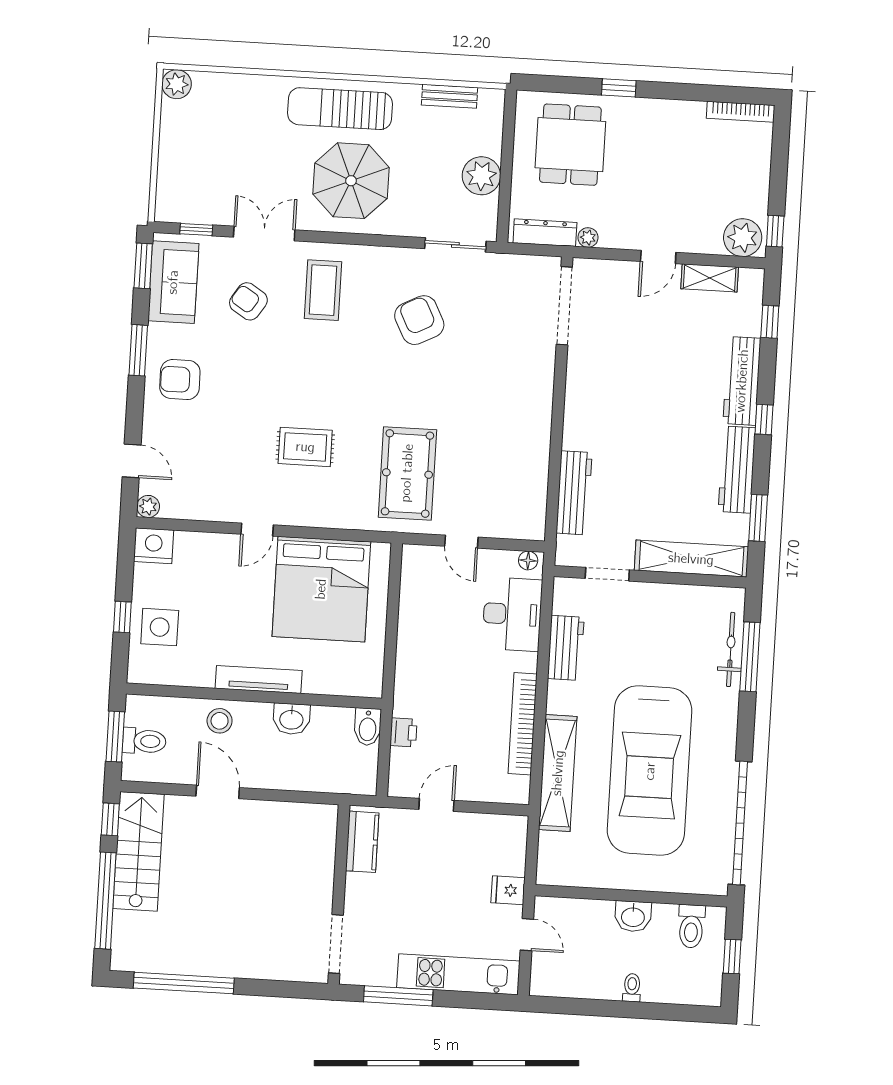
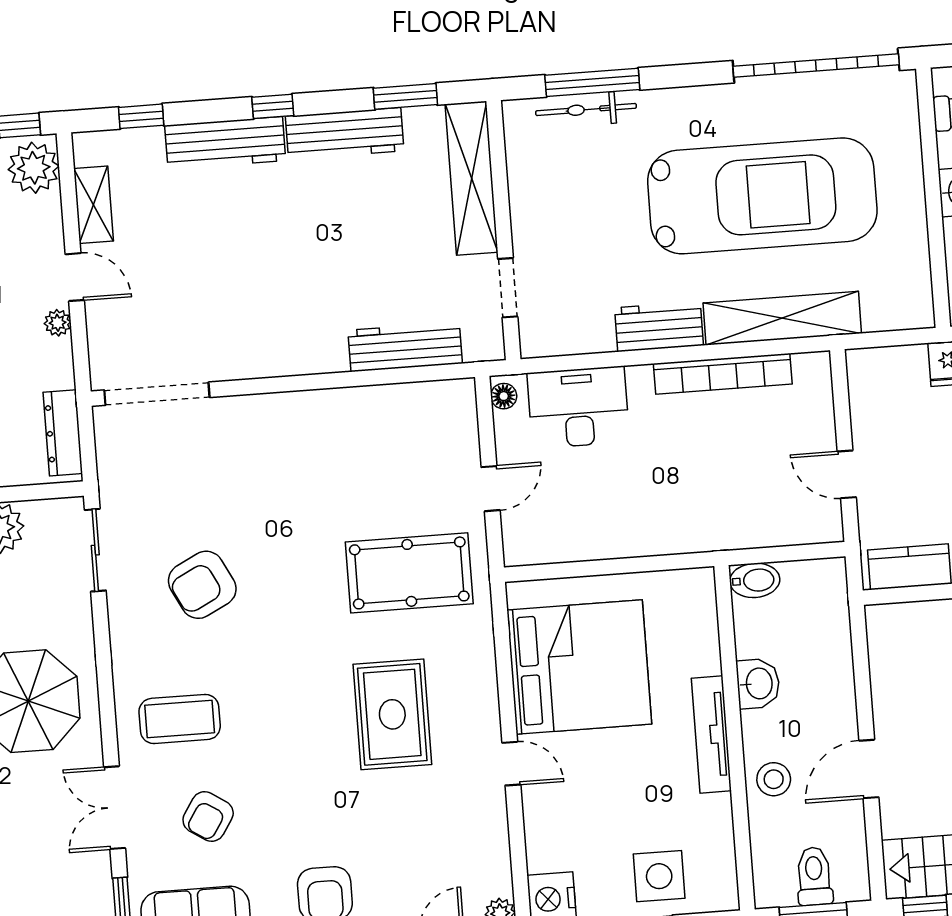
plant: (588, 238) -> (58, 323), moved
rug: (305, 447) -> (392, 714), width x1.36, depth x1.43
workbench: (566, 648) -> (659, 327), moved
printer: (404, 732) -> (756, 531), removed

